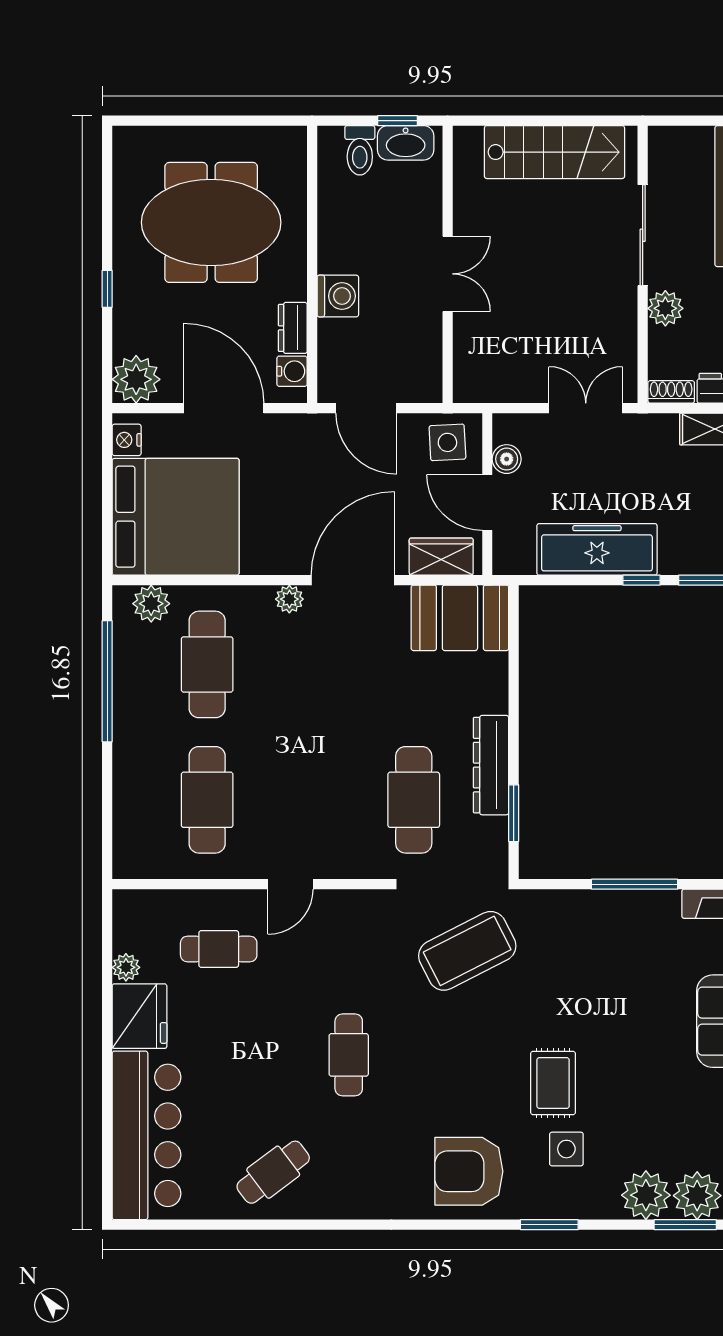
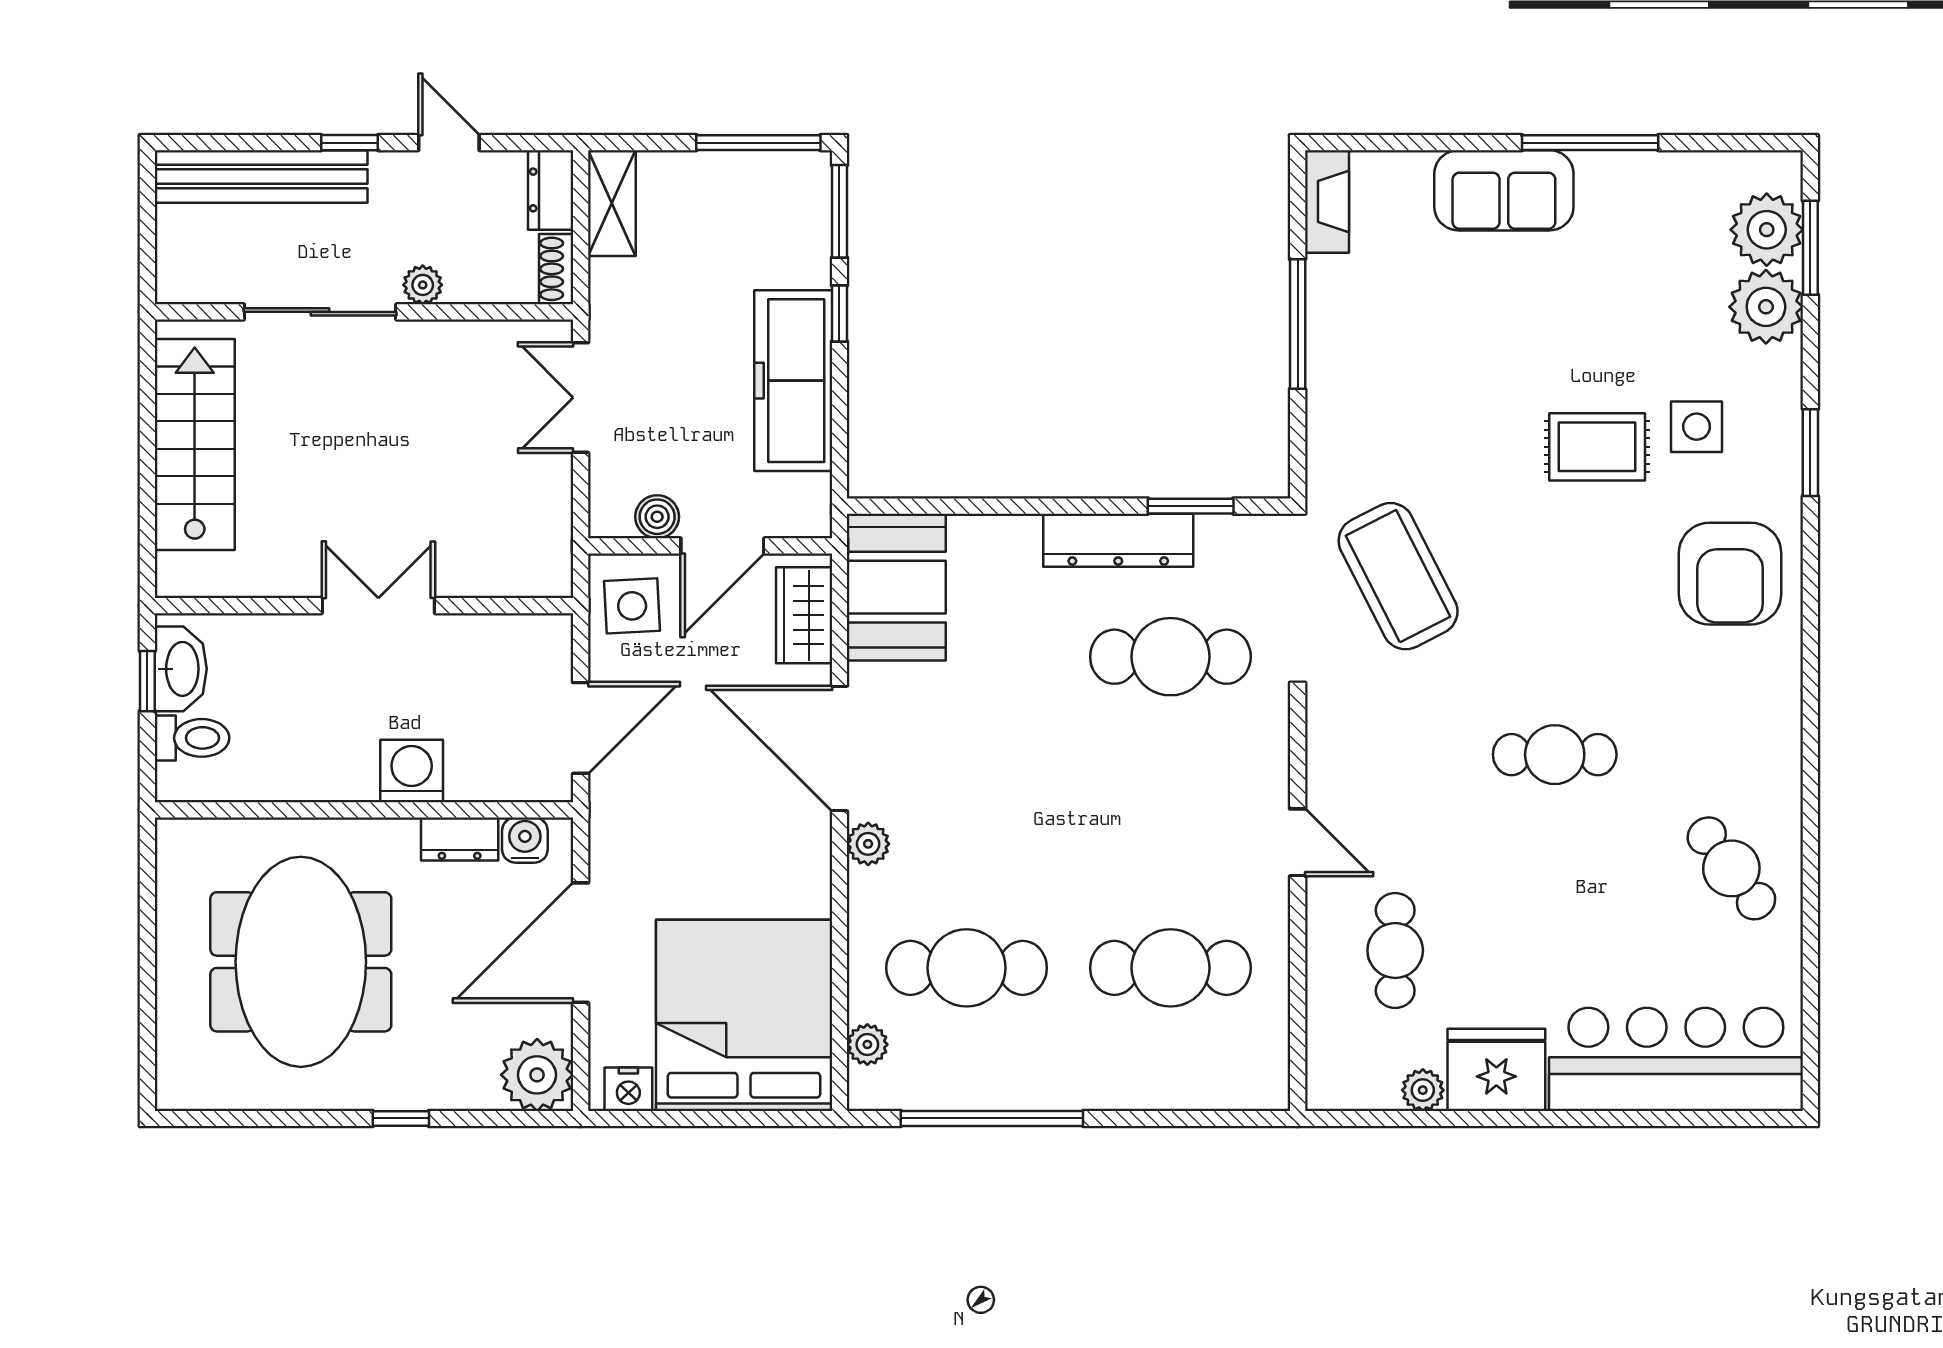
plant: (665, 308) -> (423, 285), width x0.73, depth x0.73
plant: (151, 604) -> (867, 1045), width x0.73, depth x0.73

